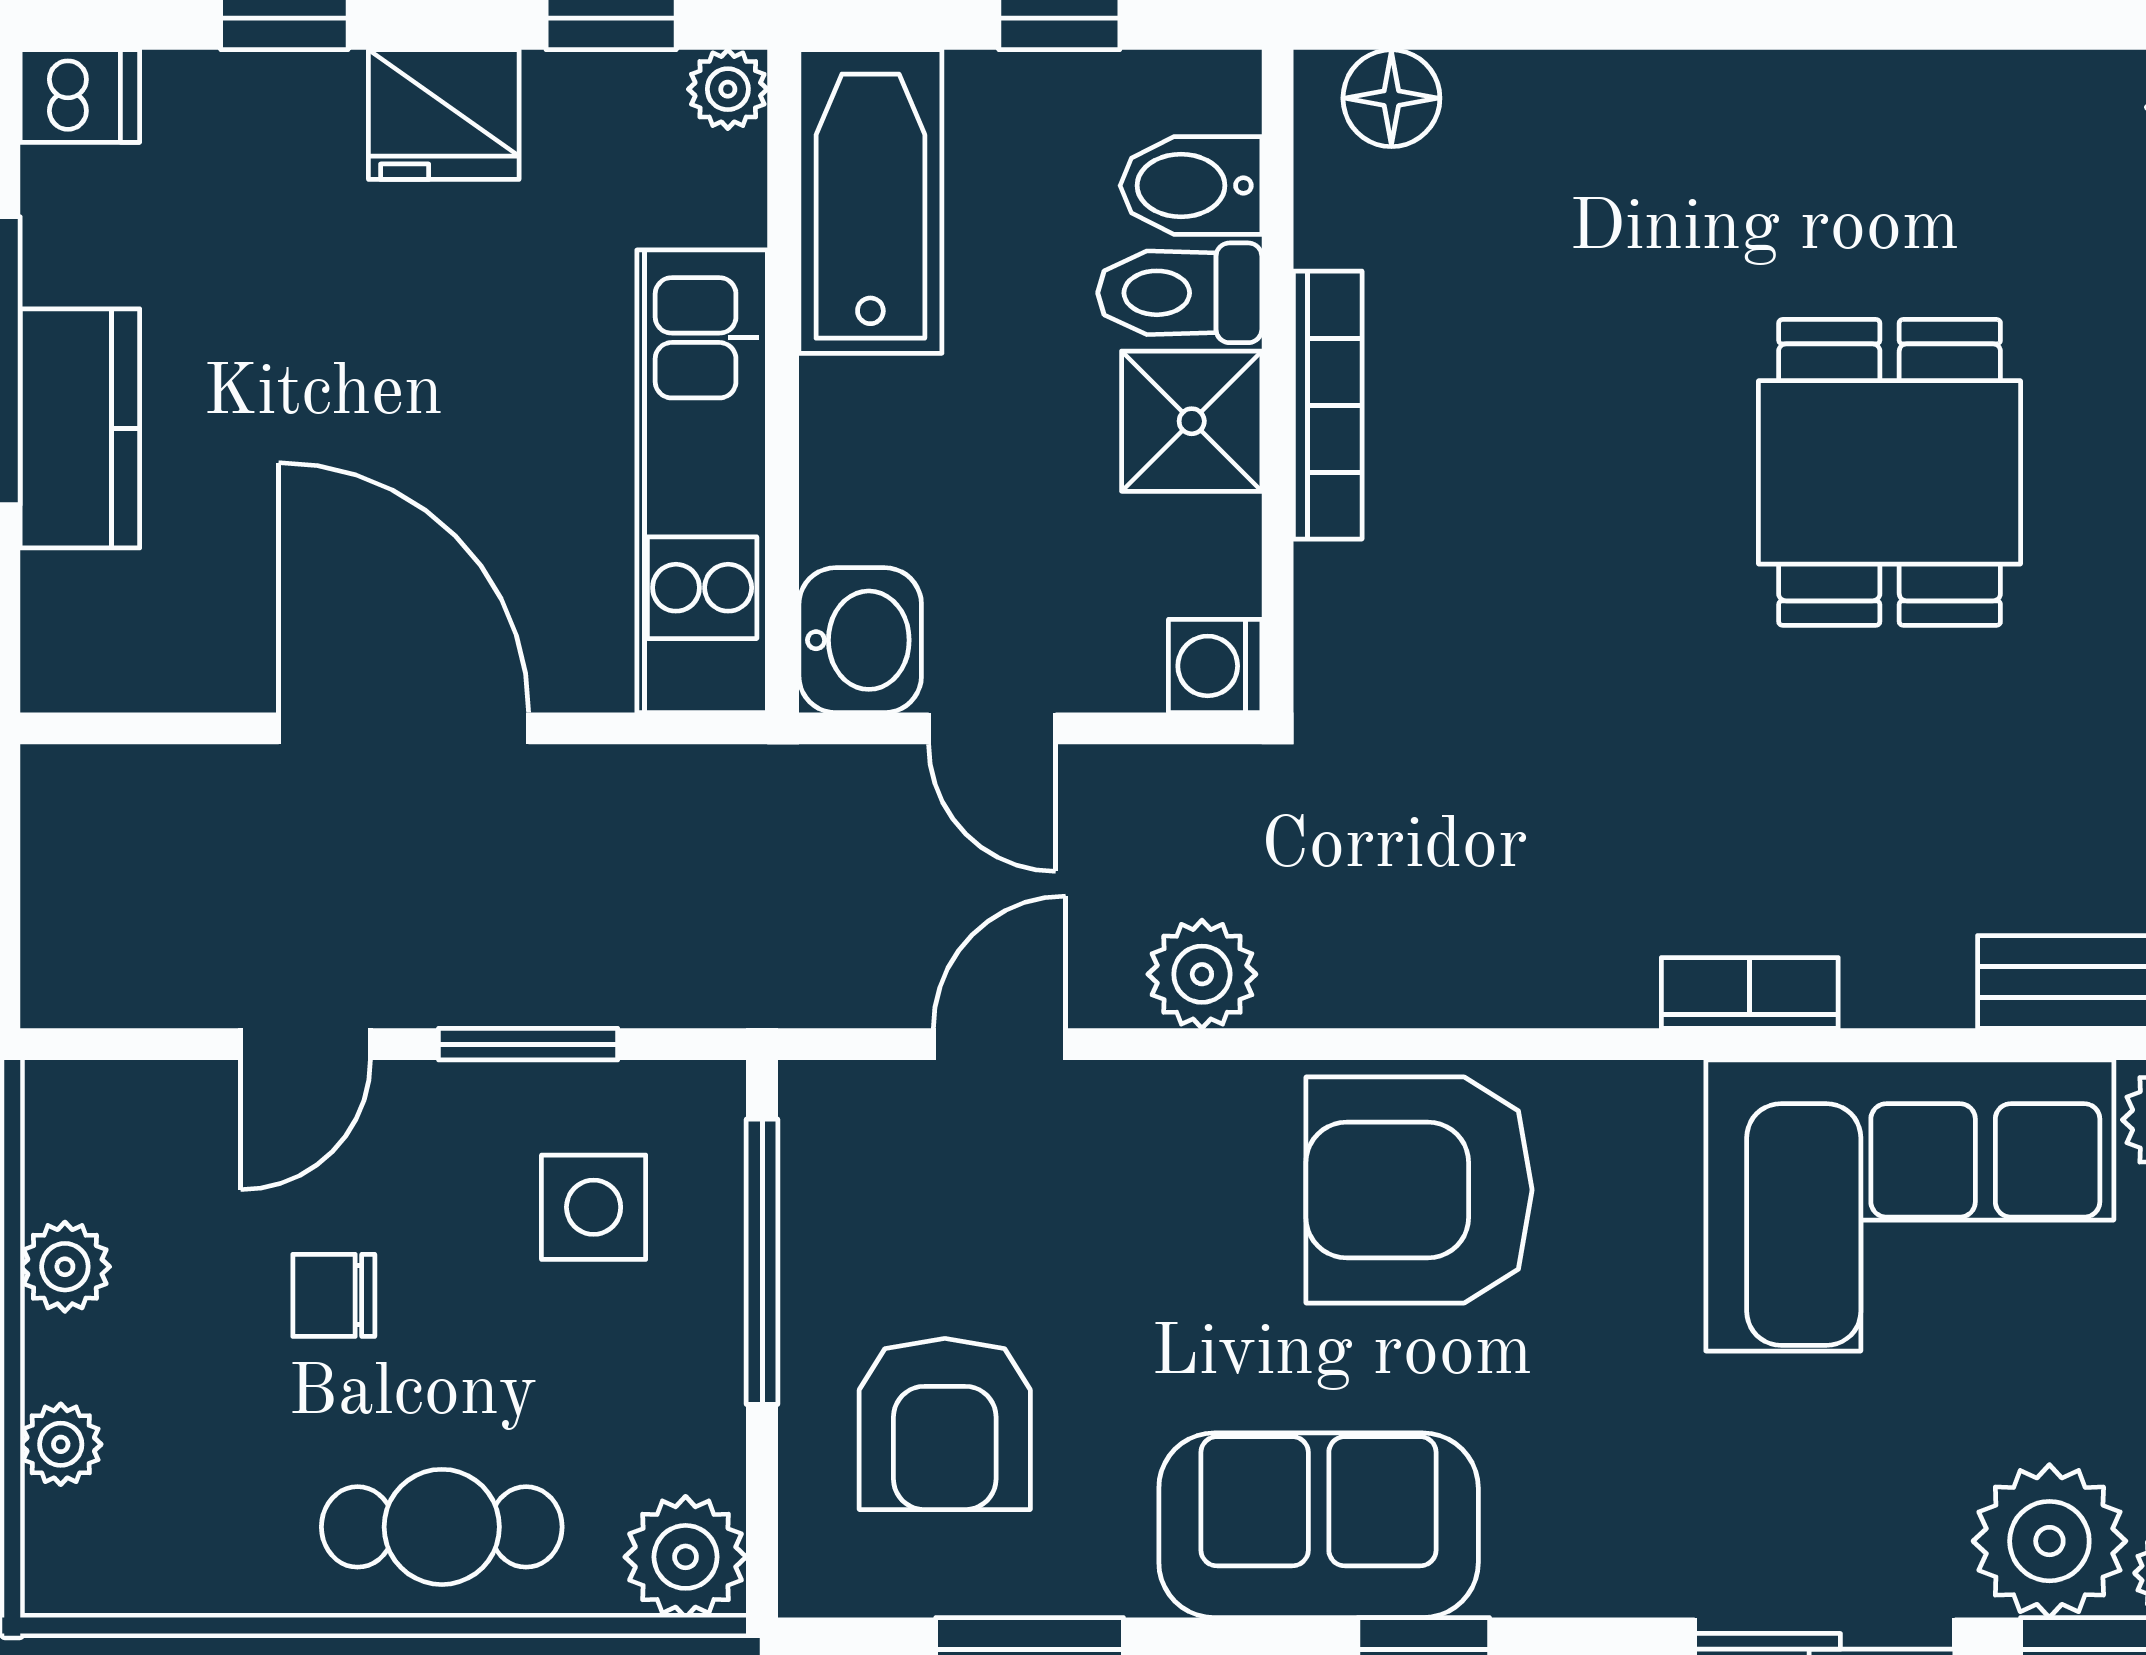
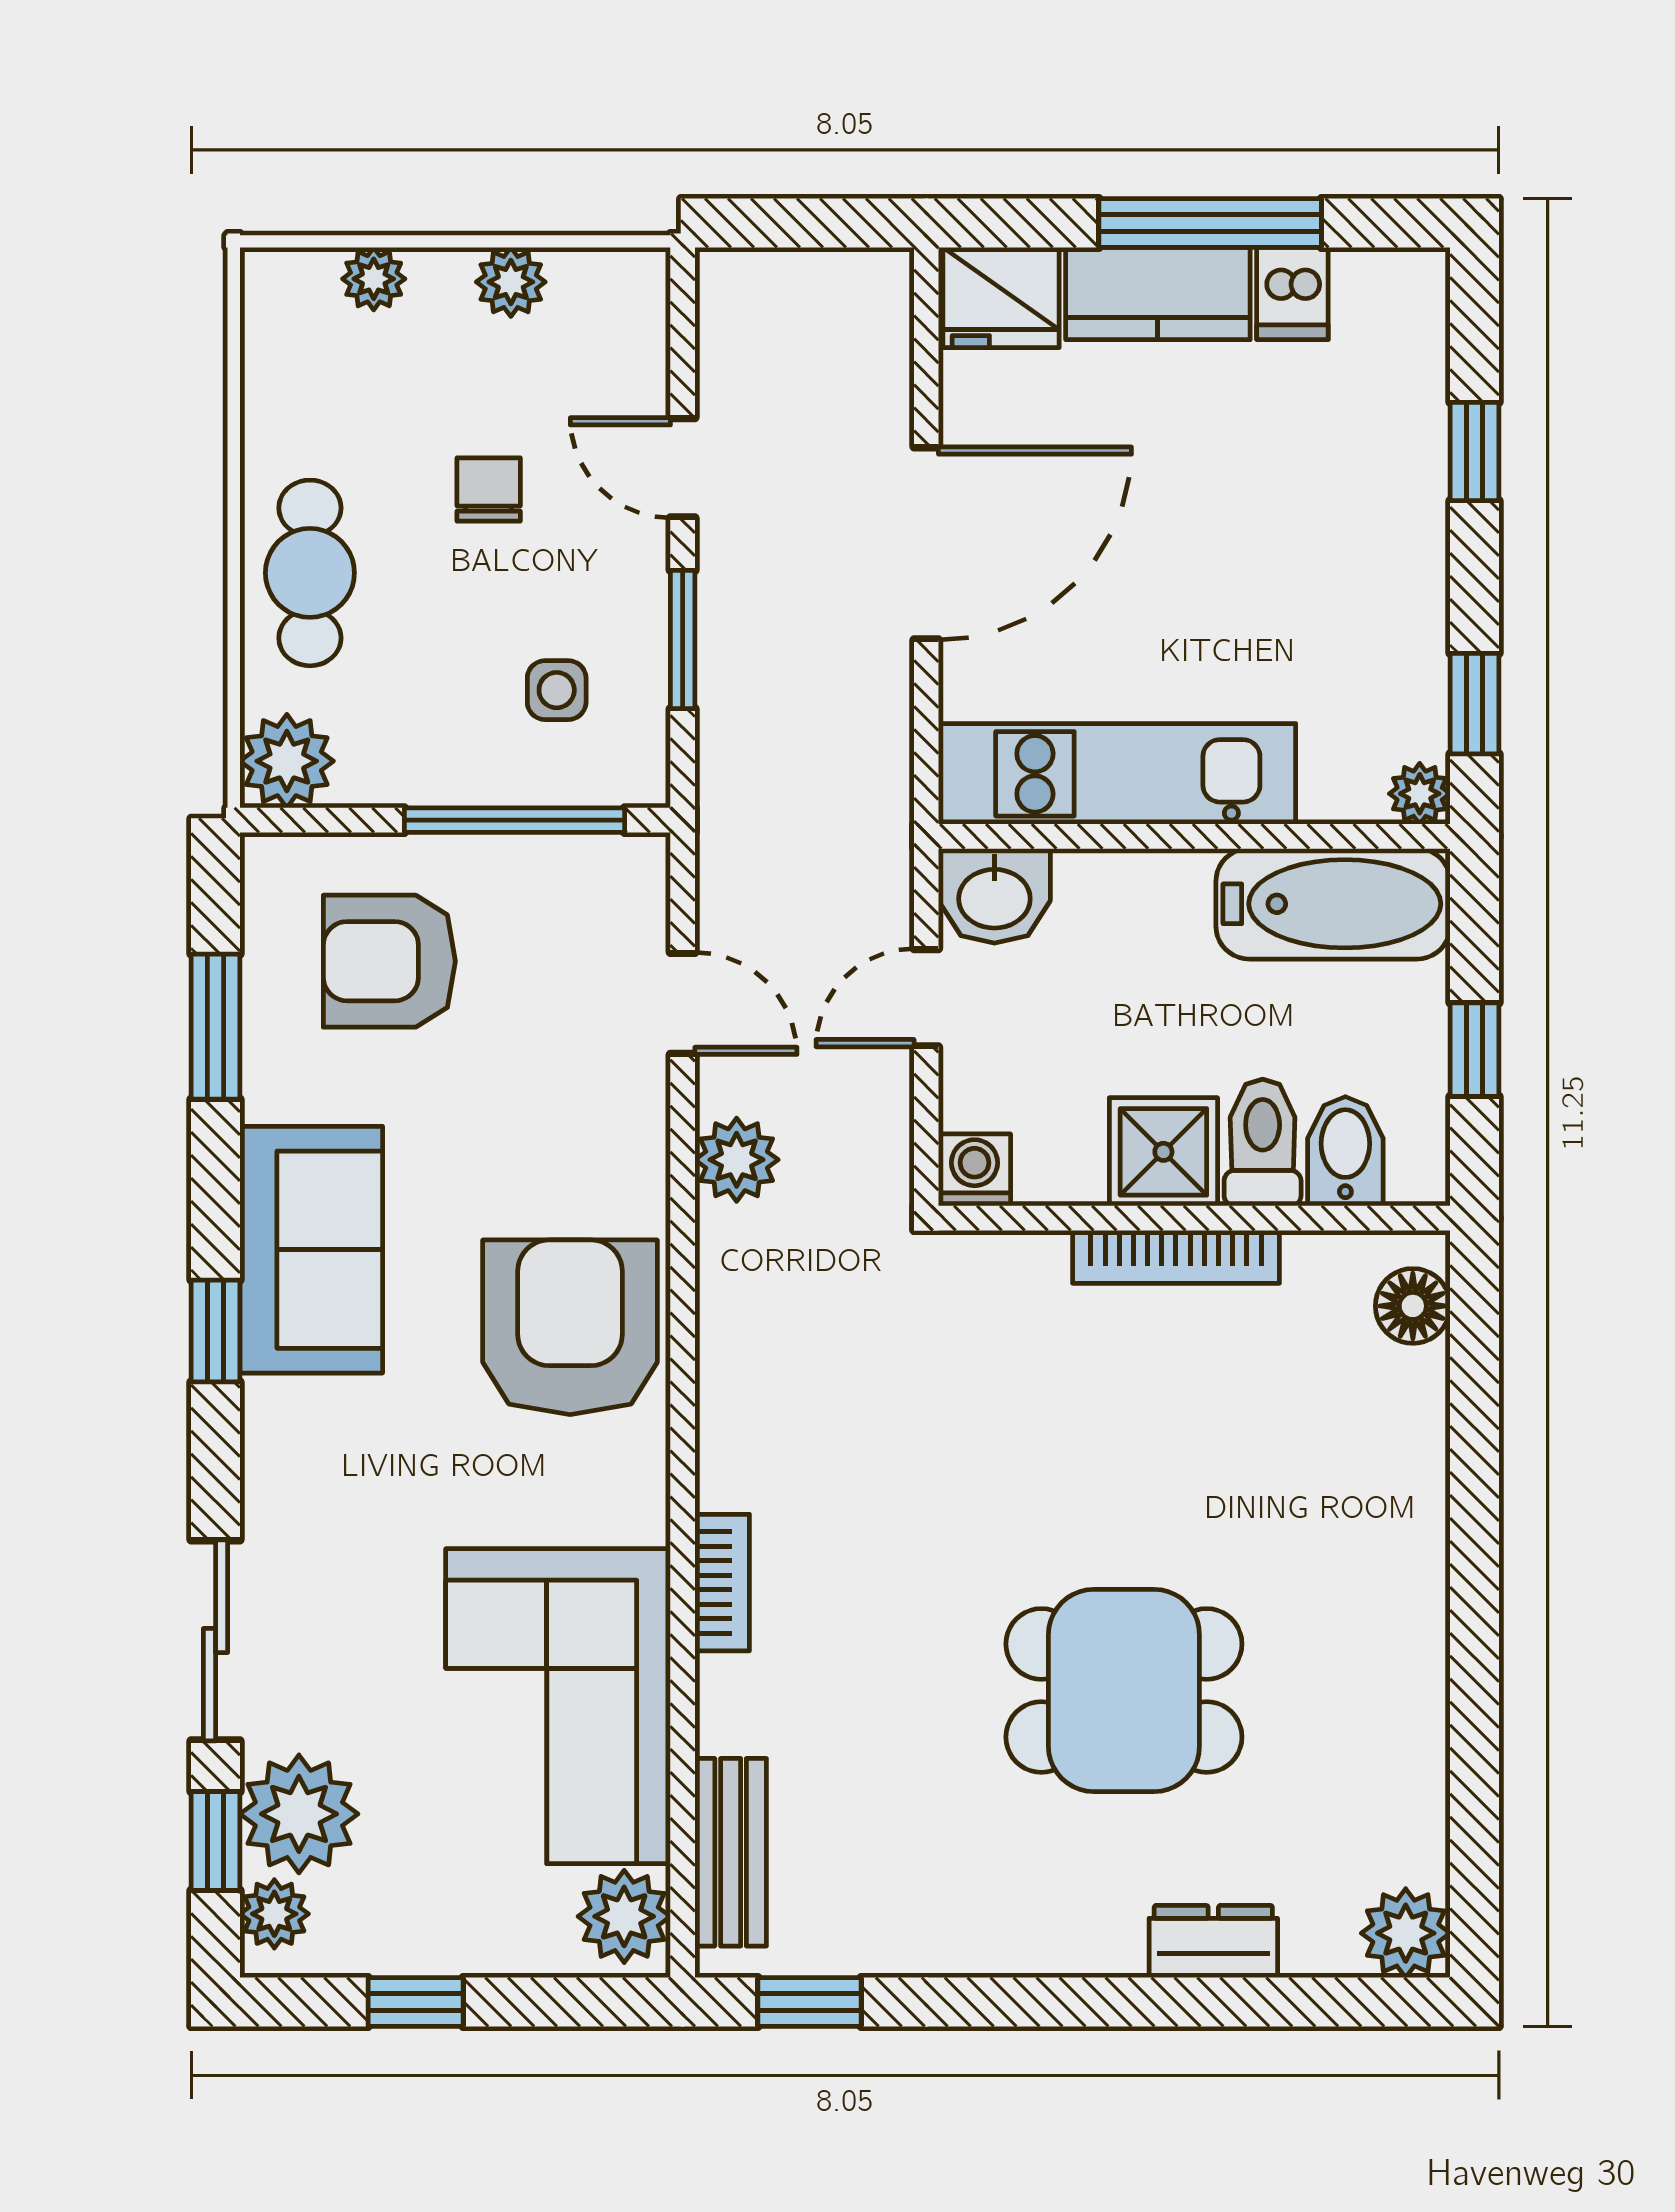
dishwasher: (80, 96) -> (1292, 294), moved
fridge: (444, 115) -> (1001, 298), moved, turned -90
side table: (594, 1207) -> (557, 690), width x0.73, depth x0.73

